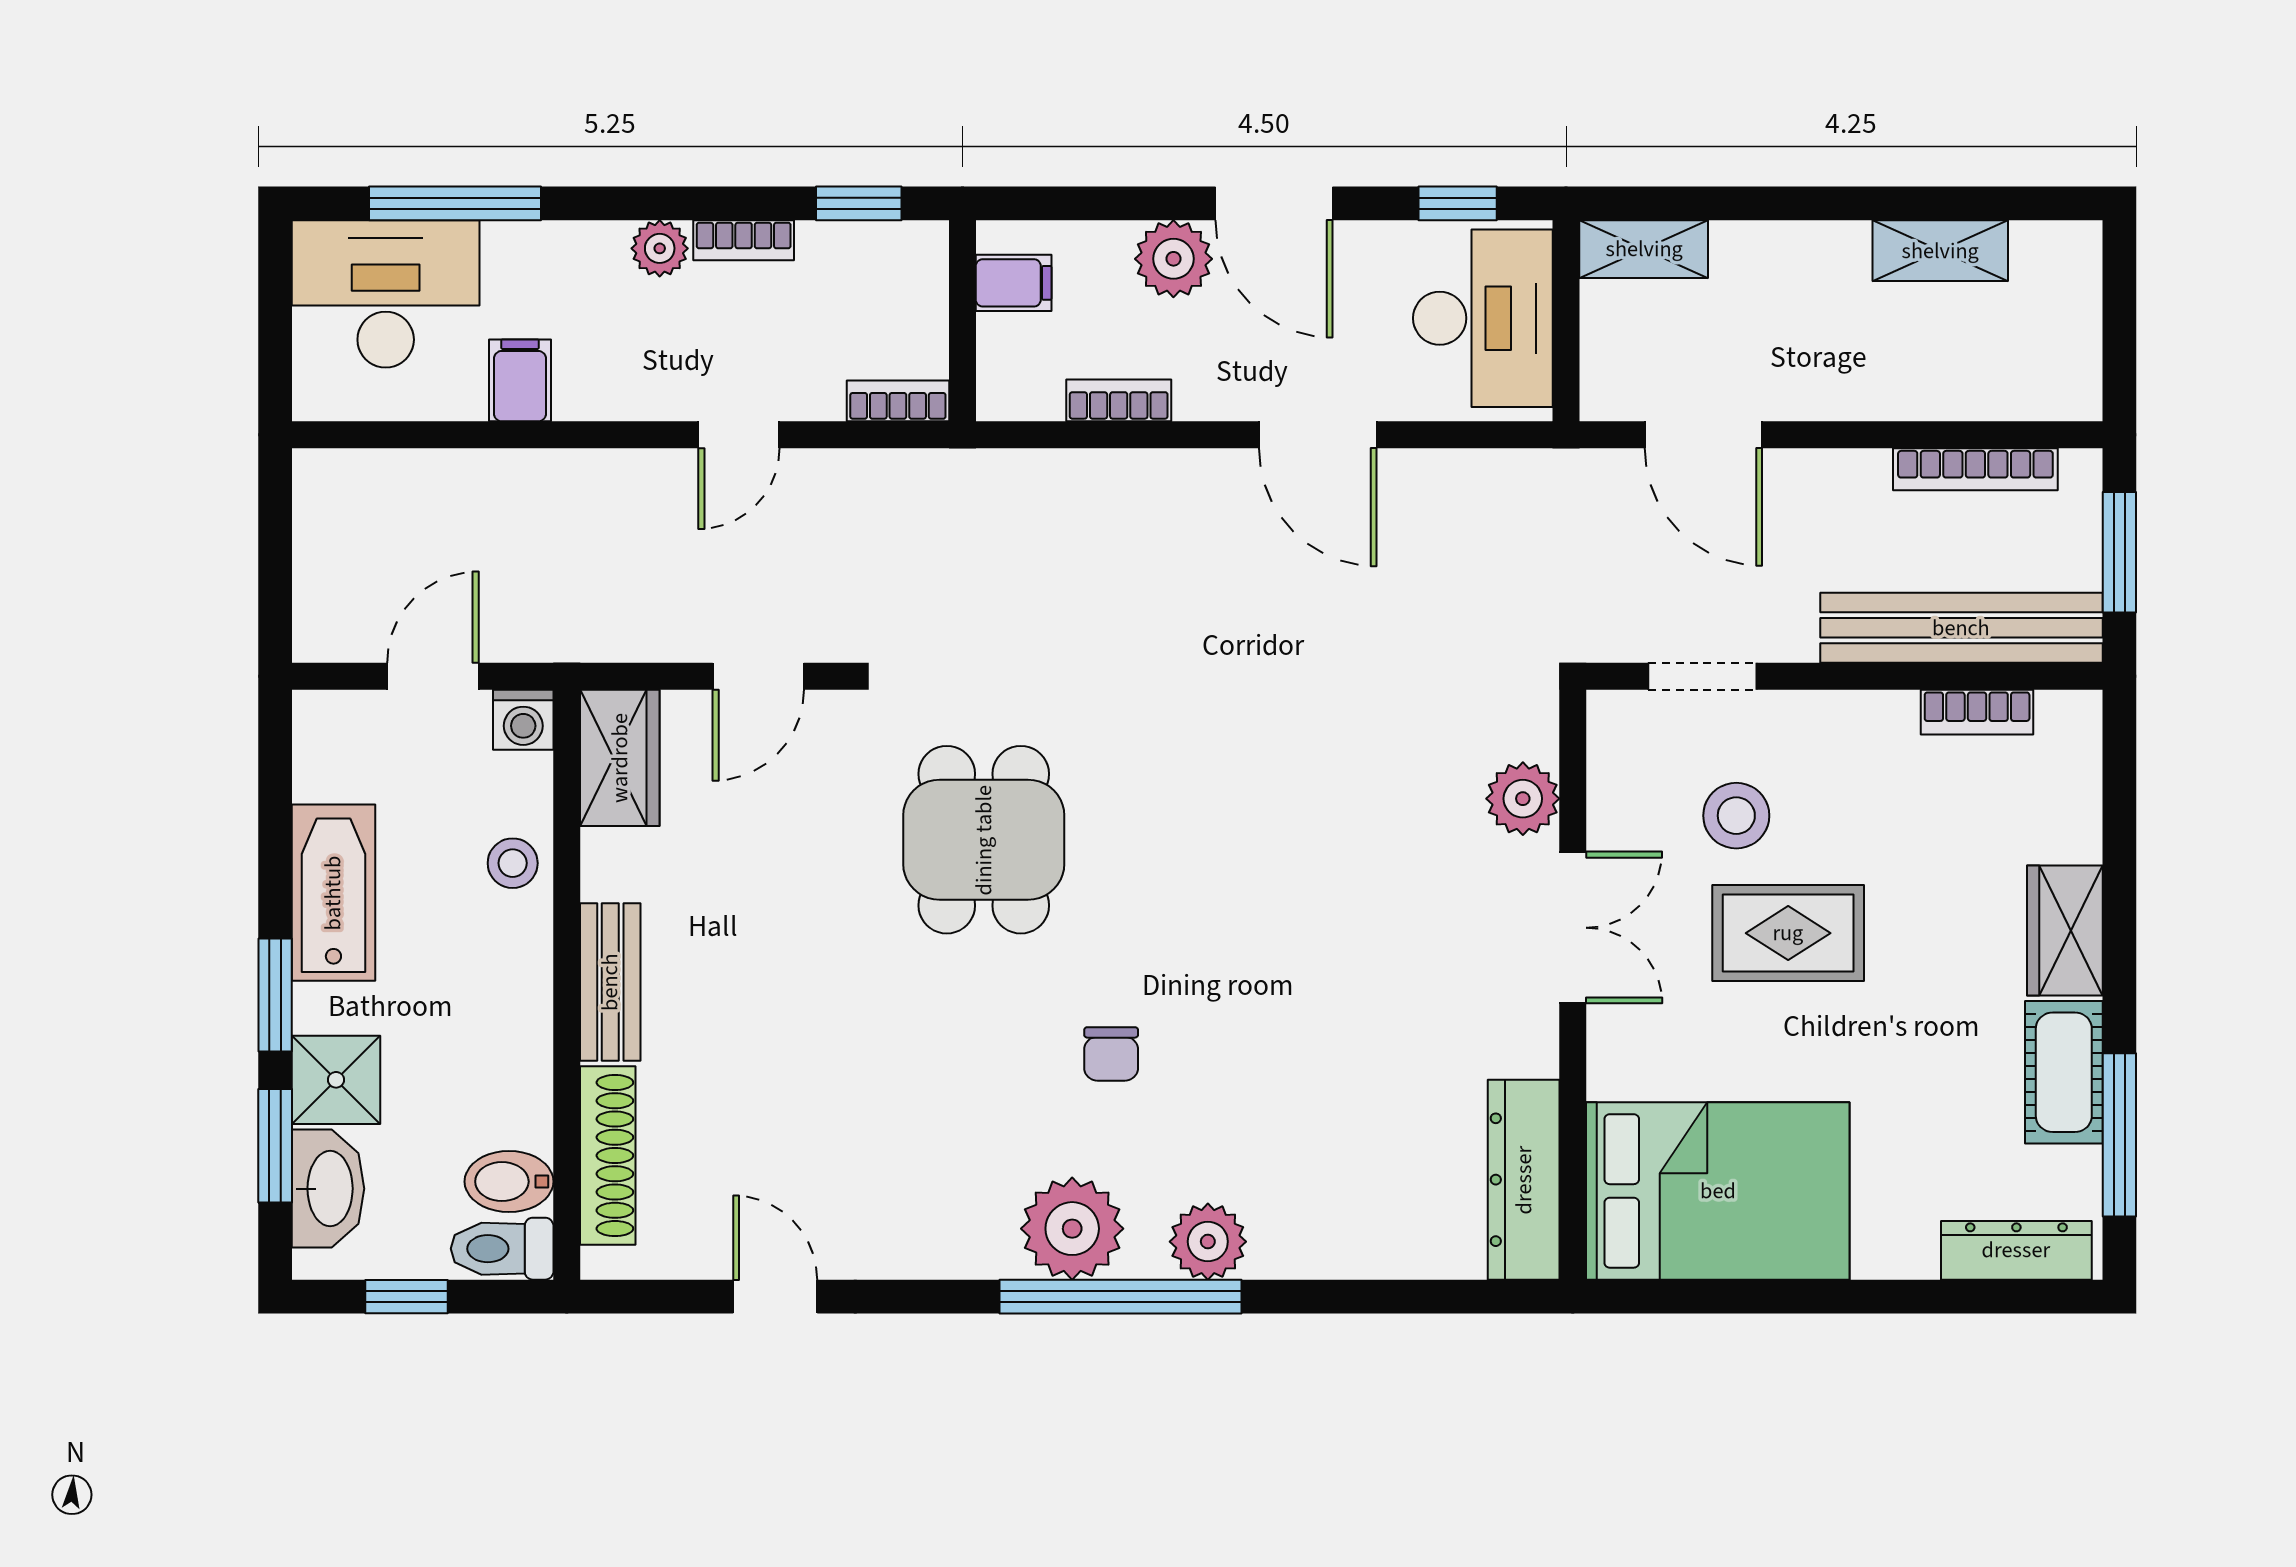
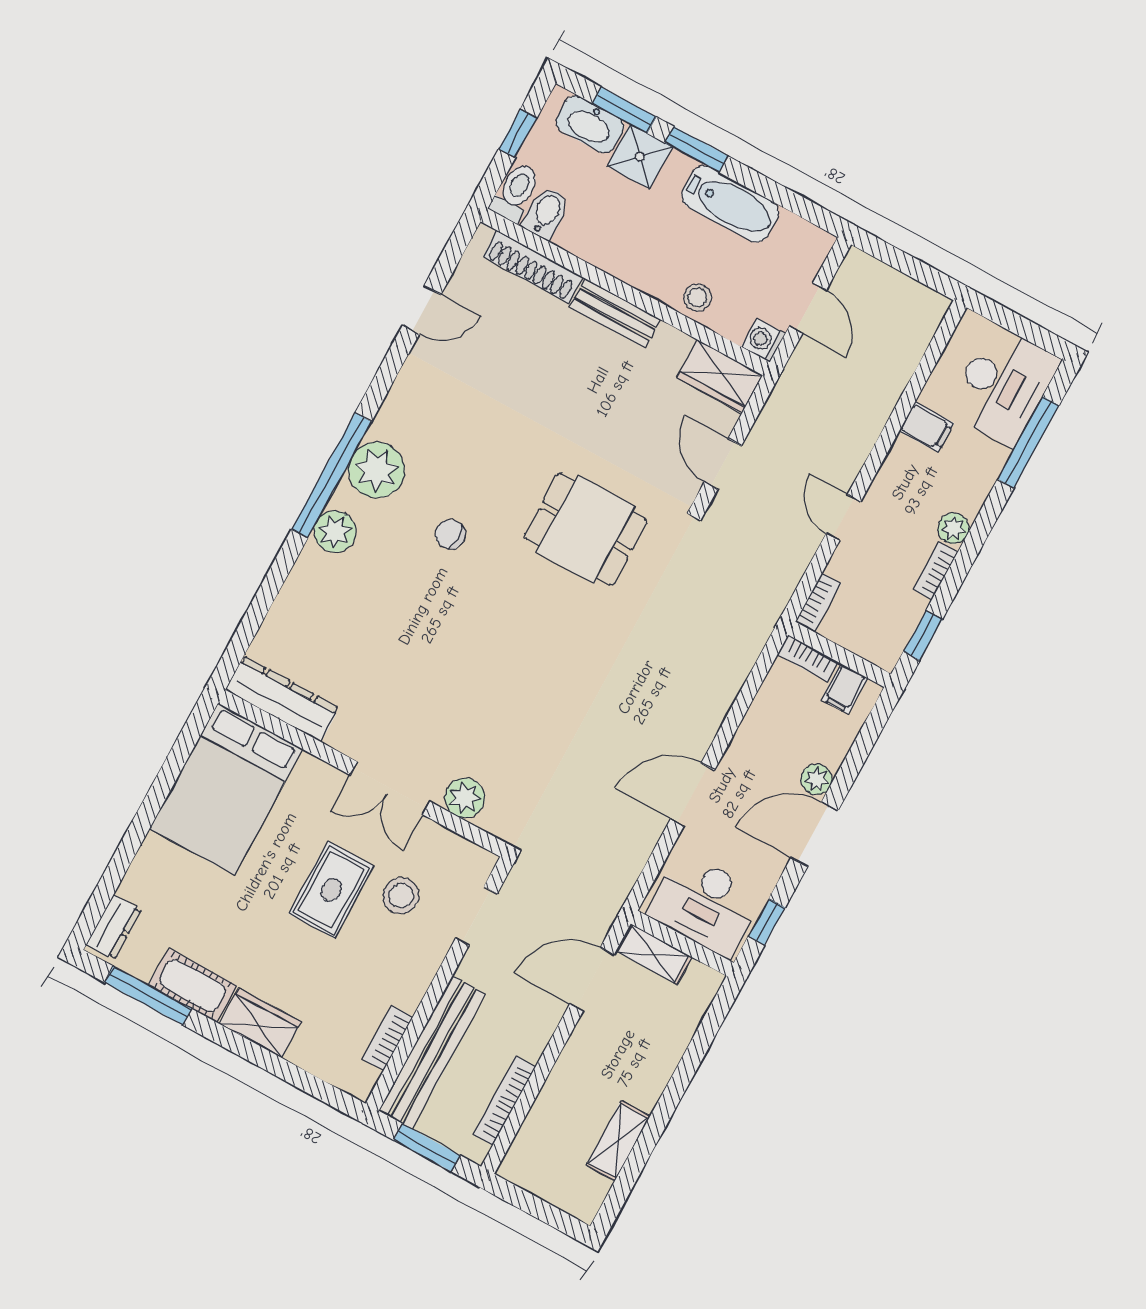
shelving: (1644, 249) -> (654, 954), moved, turned 90
plant: (1173, 259) -> (817, 779), width x0.73, depth x0.73
bookcase: (1119, 400) -> (808, 658), moved, turned 90
dresser: (2016, 1250) -> (114, 927), width x0.70

